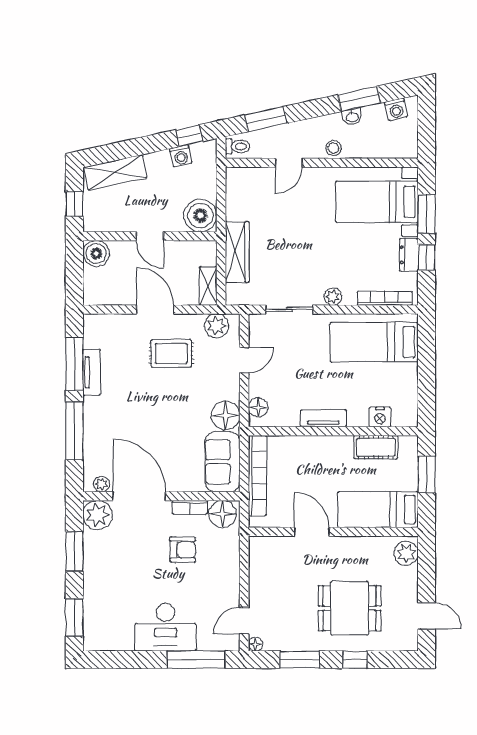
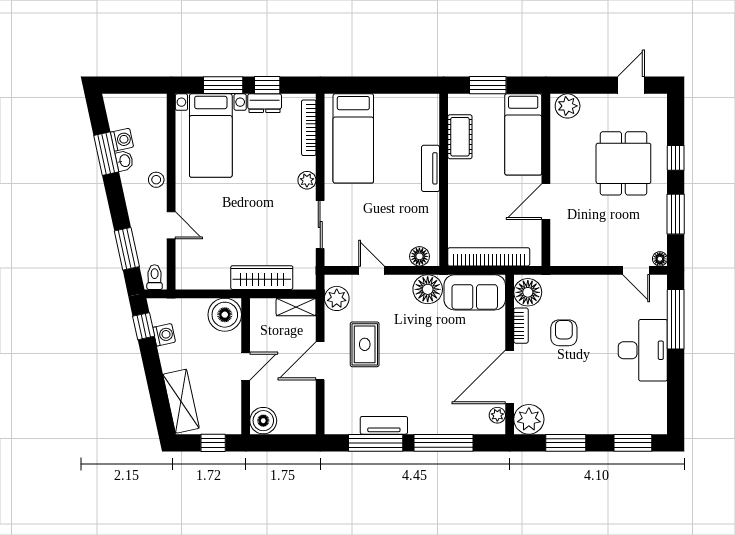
washing machine: (396, 109) -> (122, 140), moved
nightstand: (380, 417) -> (429, 132), removed
tv unit: (323, 418) -> (431, 168), moved

